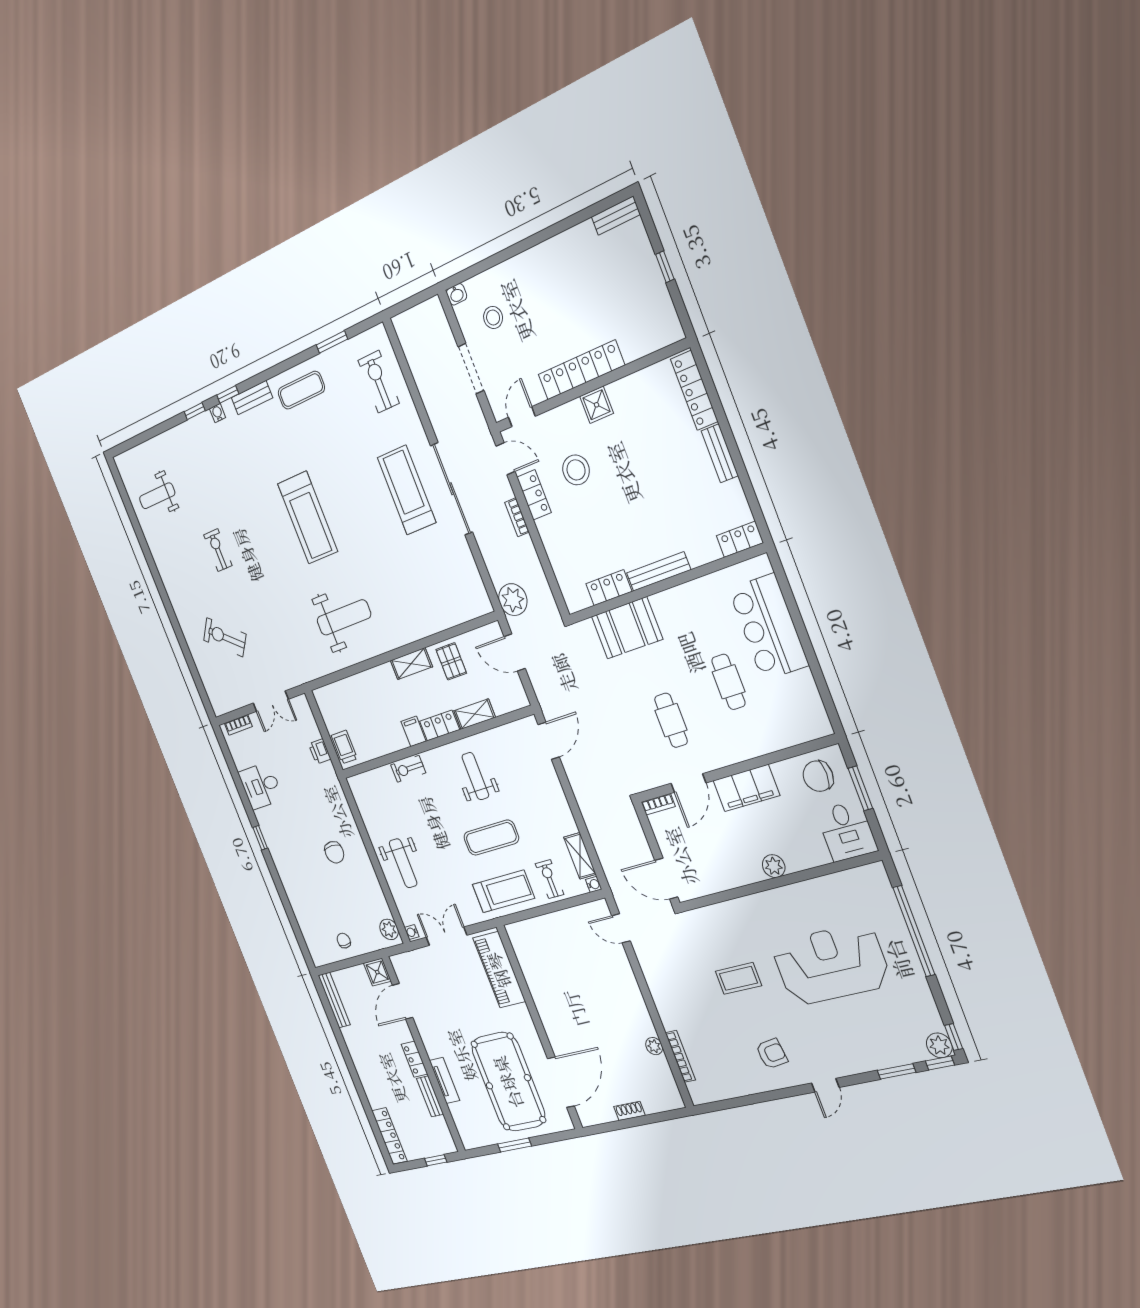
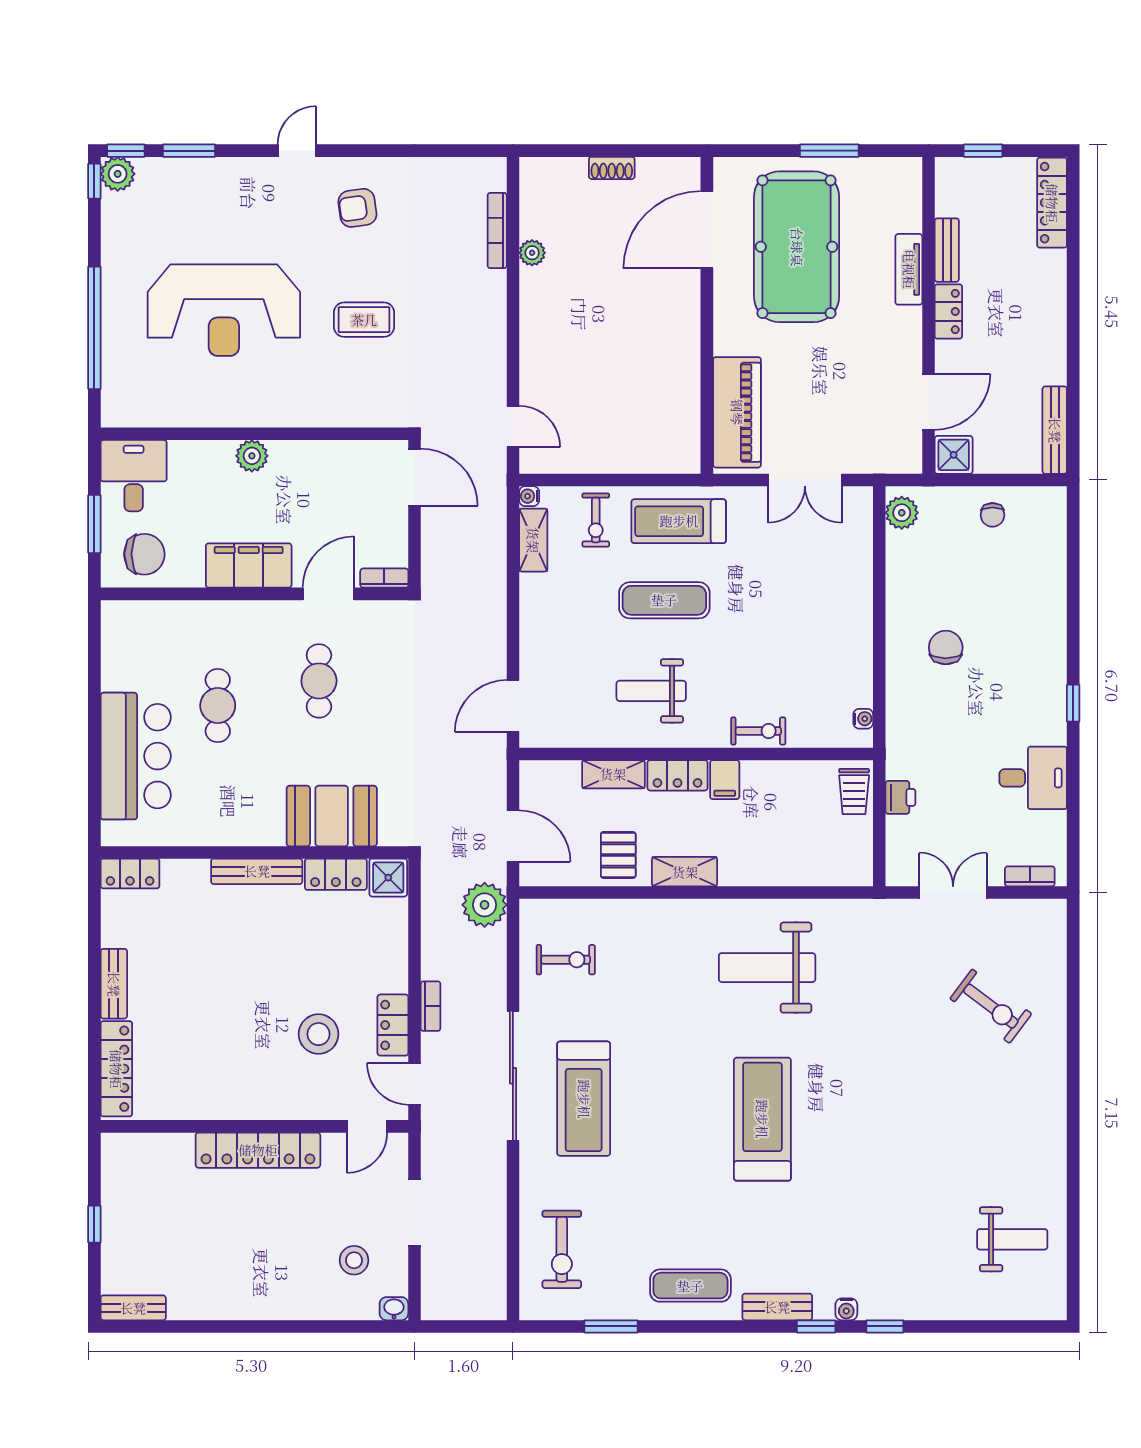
shower: (597, 405) -> (388, 878), moved
exercise bike: (218, 550) -> (566, 960), moved, turned -90
weight bench: (475, 776) -> (651, 691), turned 90
weight bench: (403, 863) -> (831, 602), removed
water cooler: (412, 932) -> (863, 719), moved

